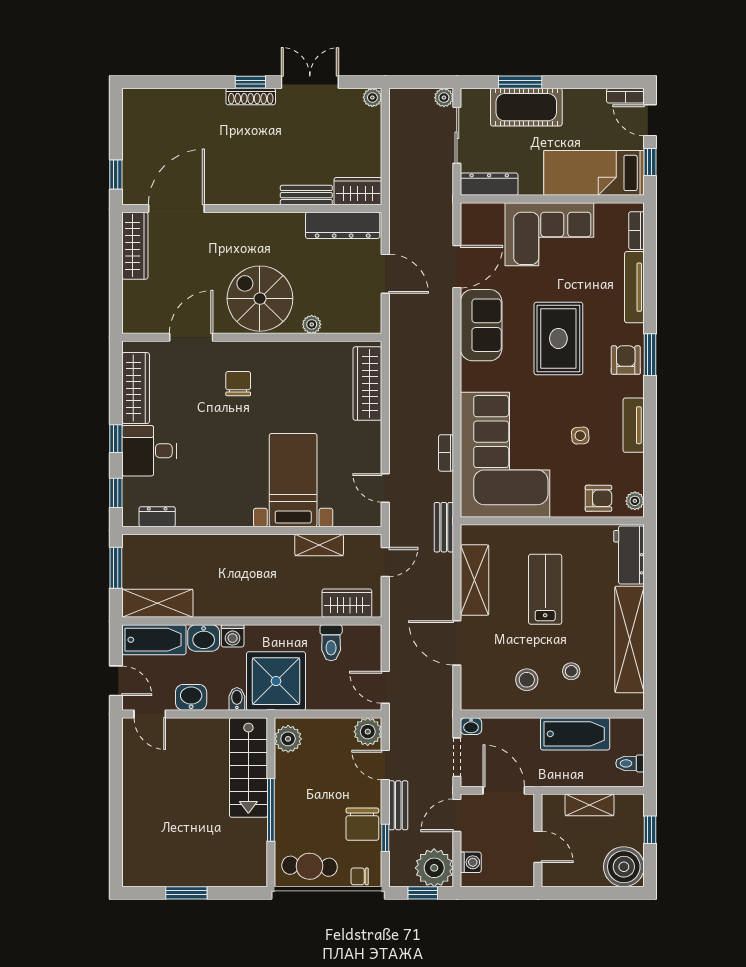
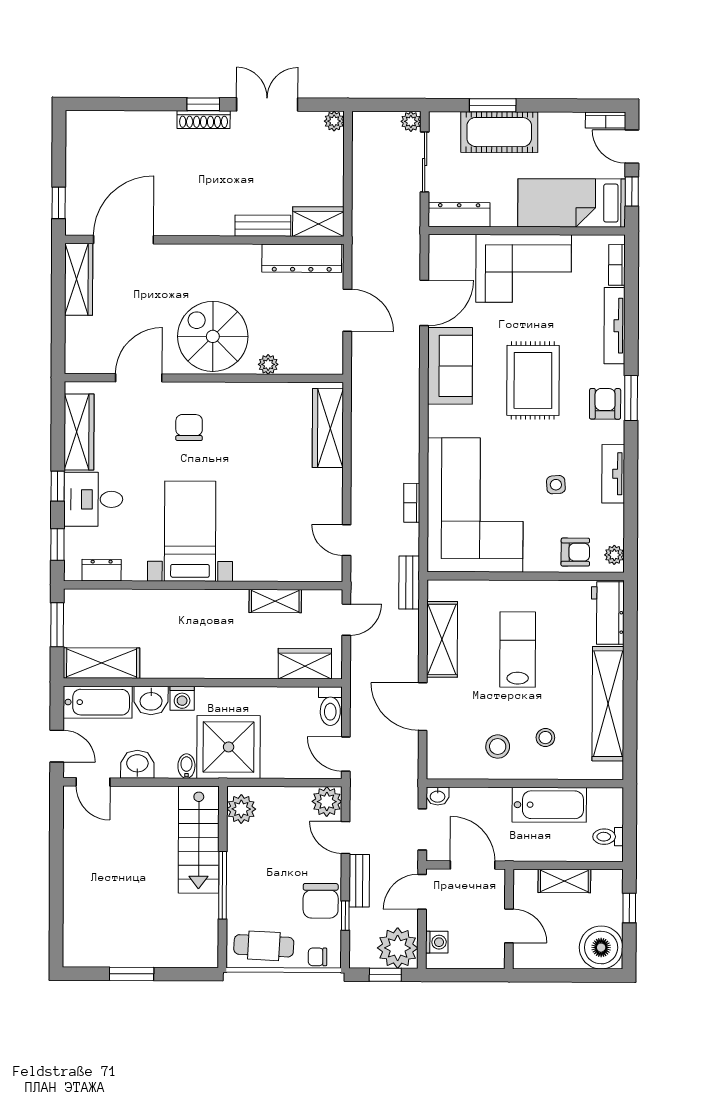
bed with nightstands: (293, 480) -> (190, 531), moved
toilet: (331, 643) -> (330, 706), moved

